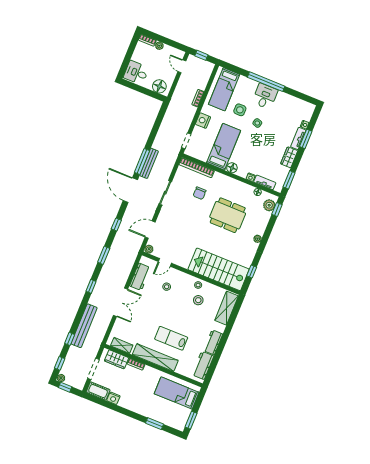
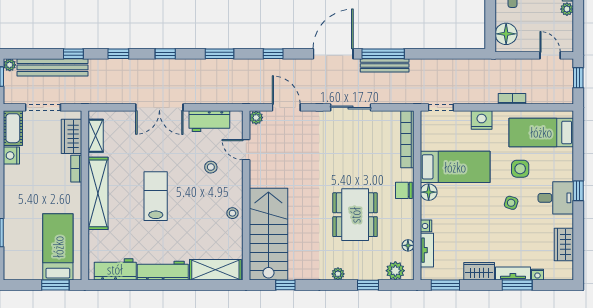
door: (182, 66) -> (550, 55), hinge flipped
window: (266, 82) -> (578, 191), width x0.32
wardrobe: (294, 103) -> (564, 244), added
chair: (200, 193) -> (404, 190), moved
window: (277, 210) -> (368, 285), moved
stool: (198, 300) -> (210, 223), removed
bench: (84, 326) -> (52, 67), moved
lab bench: (171, 338) -> (156, 196), moved
workbench: (213, 342) -> (163, 271), width x1.37
window: (60, 363) -> (118, 54), moved
window: (191, 420) -> (55, 285), moved

